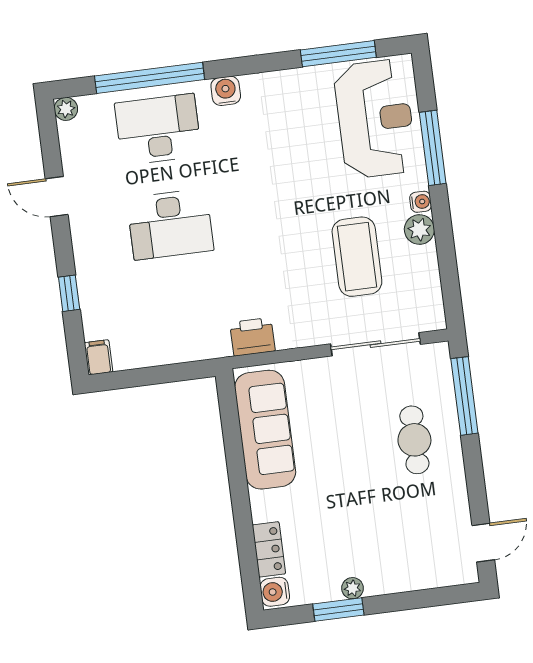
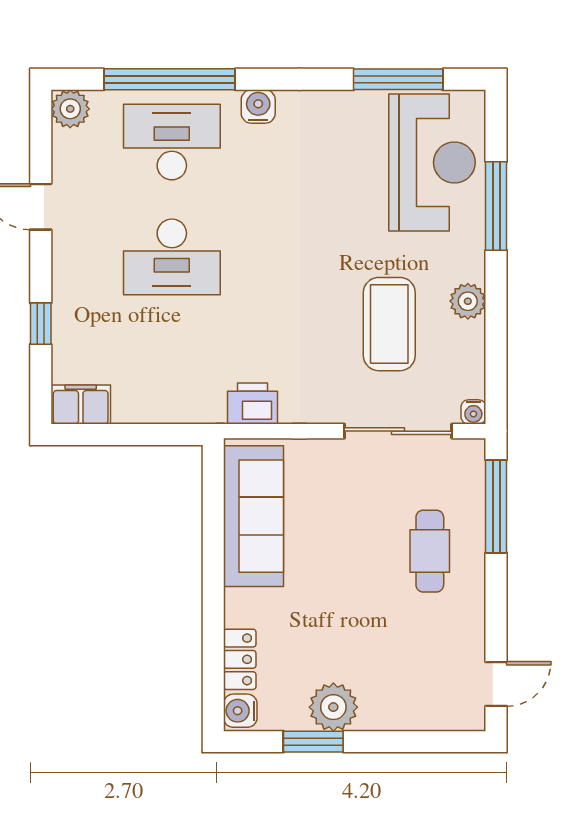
plant: (66, 109) -> (70, 109), width x1.38, depth x1.38
water cooler: (421, 202) -> (473, 412), moved, turned 90
filing cabinet: (98, 357) -> (81, 404), width x2.00
plant: (352, 588) -> (333, 707), width x1.87, depth x1.87

